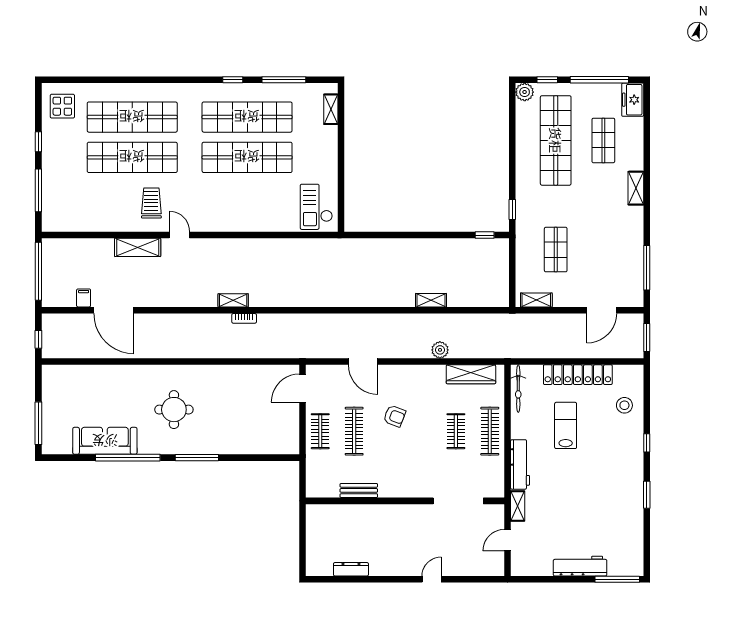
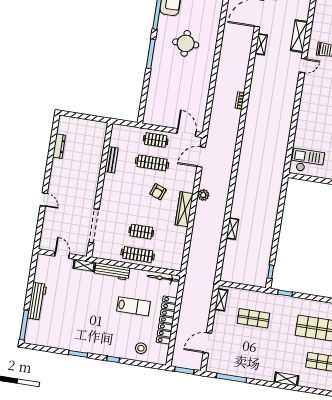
shelving: (233, 300) -> (261, 44), moved
door: (602, 310) -> (207, 343), hinge flipped
plant: (440, 350) -> (203, 195), moved
door: (363, 362) -> (201, 157), moved
wardrobe: (471, 374) -> (184, 209), moved

